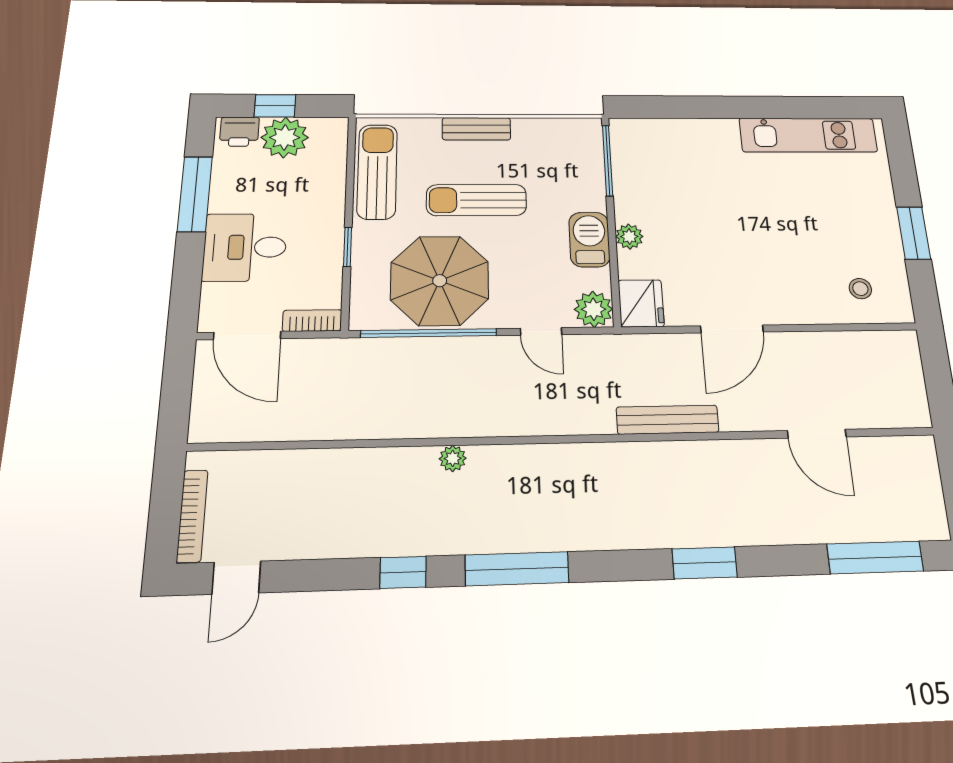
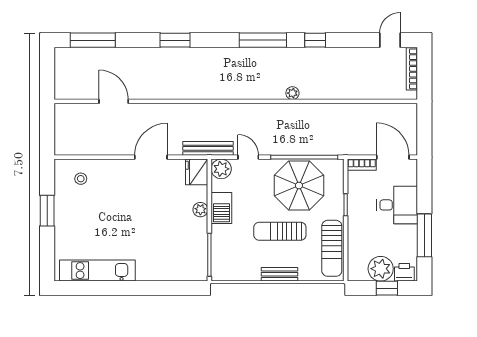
sun lounger: (476, 200) -> (280, 231), turned 180
bench: (668, 420) -> (208, 148), moved

